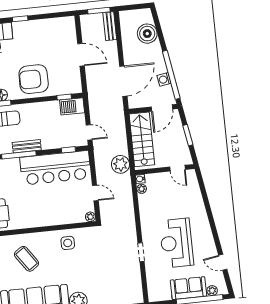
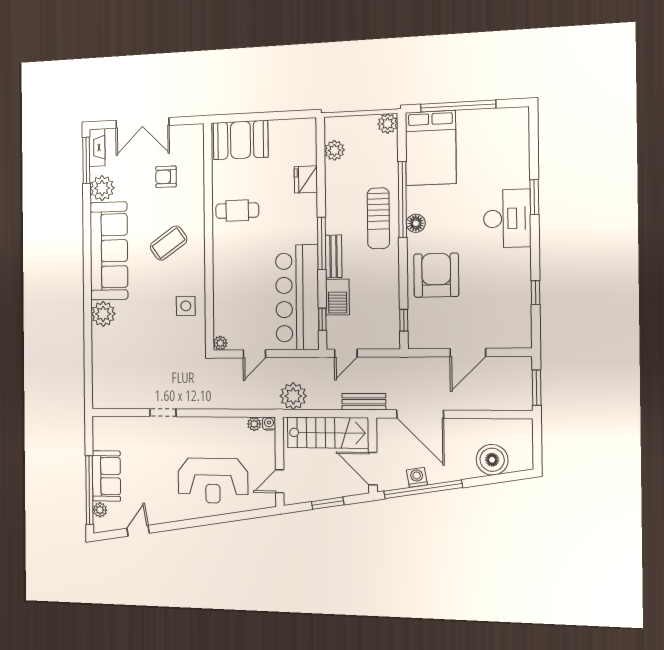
window: (20, 19) -> (535, 293), moved
bench: (110, 26) -> (364, 402), moved
barbecue: (72, 106) -> (337, 297), moved, turned 180
reception desk: (176, 243) -> (213, 481), moved, turned 180

